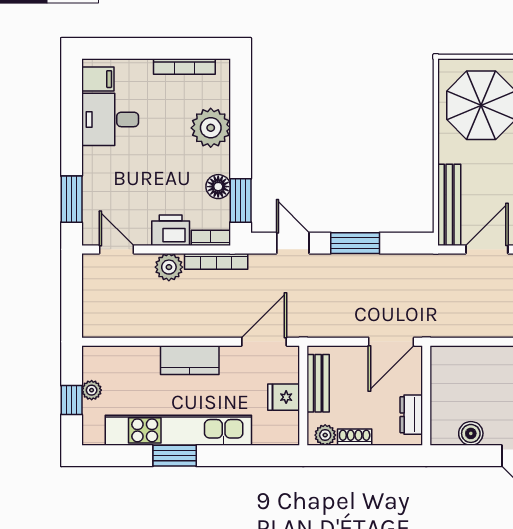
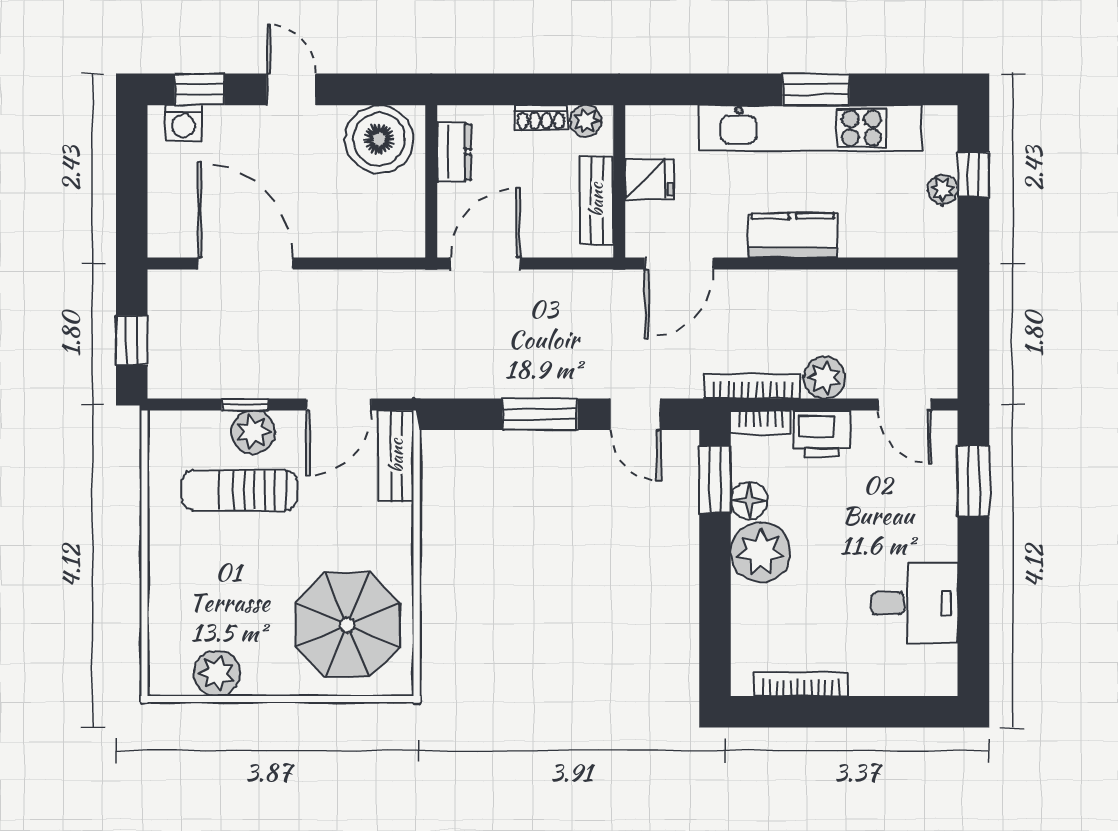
filing cabinet: (98, 79) -> (933, 665), removed
plant: (211, 128) -> (761, 552), moved
bench: (449, 205) -> (396, 456), width x0.73
boiler: (471, 433) -> (379, 139), width x1.86, depth x1.86

